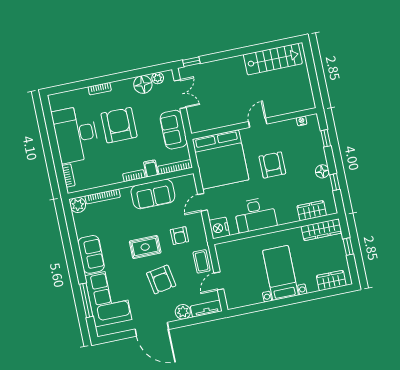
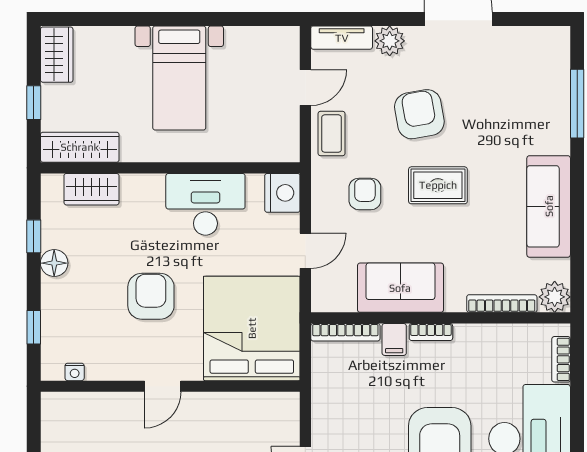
sofa: (174, 130) -> (333, 407), removed
armchair: (272, 165) -> (151, 296), turned 180
sofa: (91, 254) -> (549, 206), width x1.36
wardrobe: (331, 281) -> (57, 55), moved, turned -90
corner sofa: (108, 298) -> (532, 100), removed

